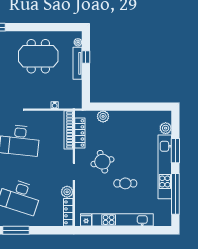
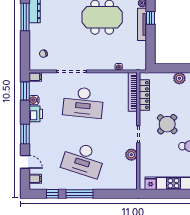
plant: (103, 116) -> (179, 78), moved
round table: (102, 162) -> (167, 124), turned -31
locker: (68, 212) -> (133, 176), removed

